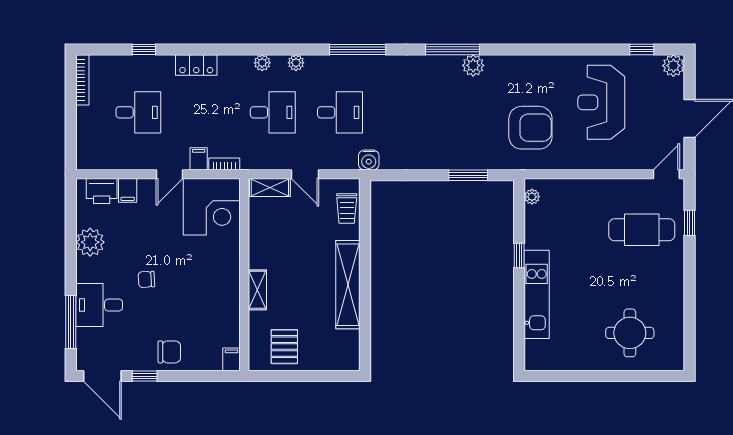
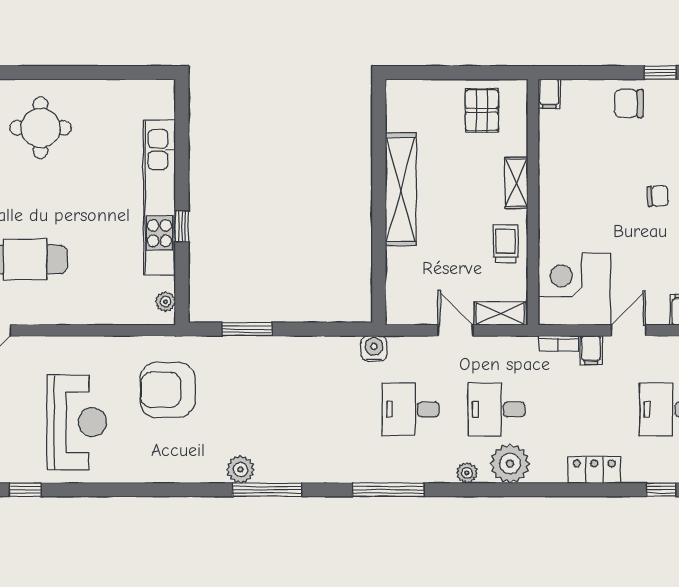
plant: (262, 63) -> (510, 464), width x1.88, depth x1.88
trolley: (347, 208) -> (506, 244), moved
kitchen unit: (537, 294) -> (159, 198), width x1.36

